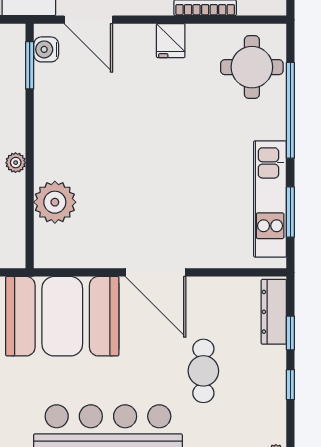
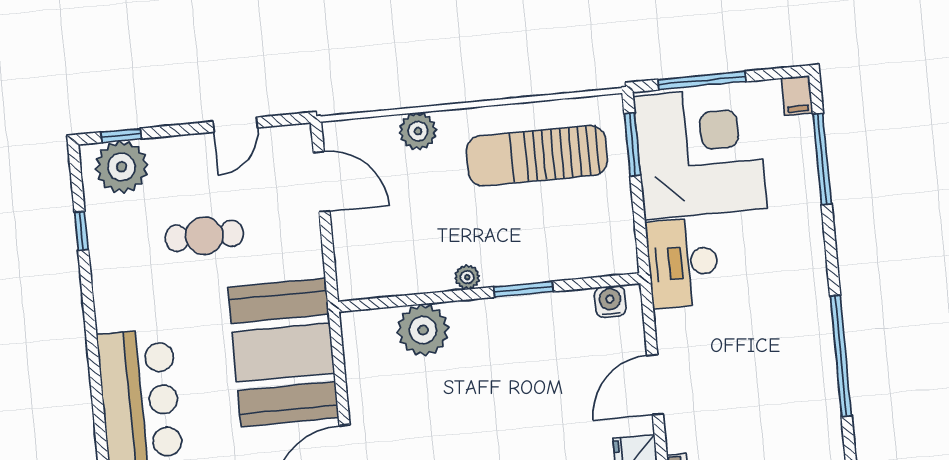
door: (88, 20) -> (655, 385), moved
window: (30, 65) -> (523, 289), moved

